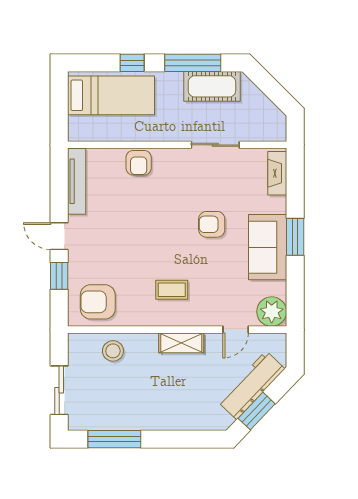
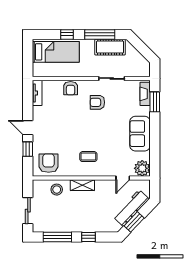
tv unit: (77, 181) -> (37, 93), width x0.71
armchair: (212, 224) -> (97, 102), moved
window: (295, 237) -> (155, 102), moved
armchair: (98, 302) -> (49, 163), turned 90
shelving: (181, 343) -> (82, 185), moved
window: (172, 439) -> (88, 237), added

